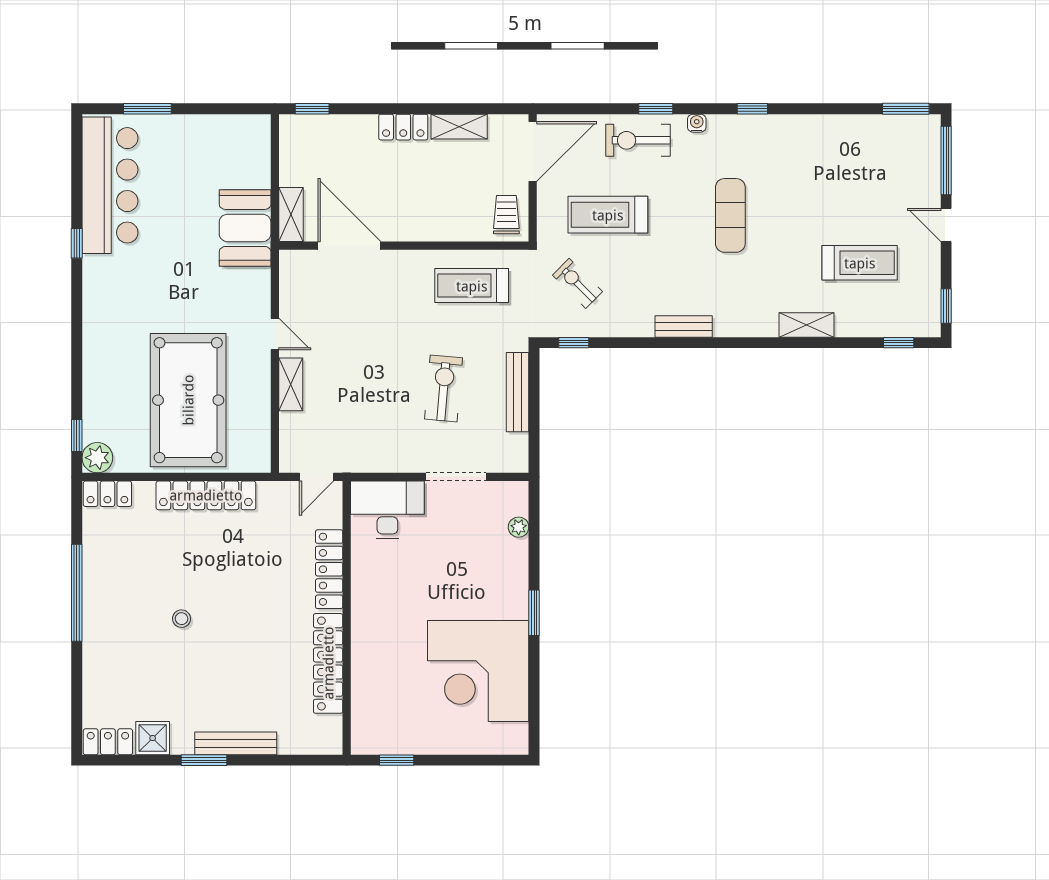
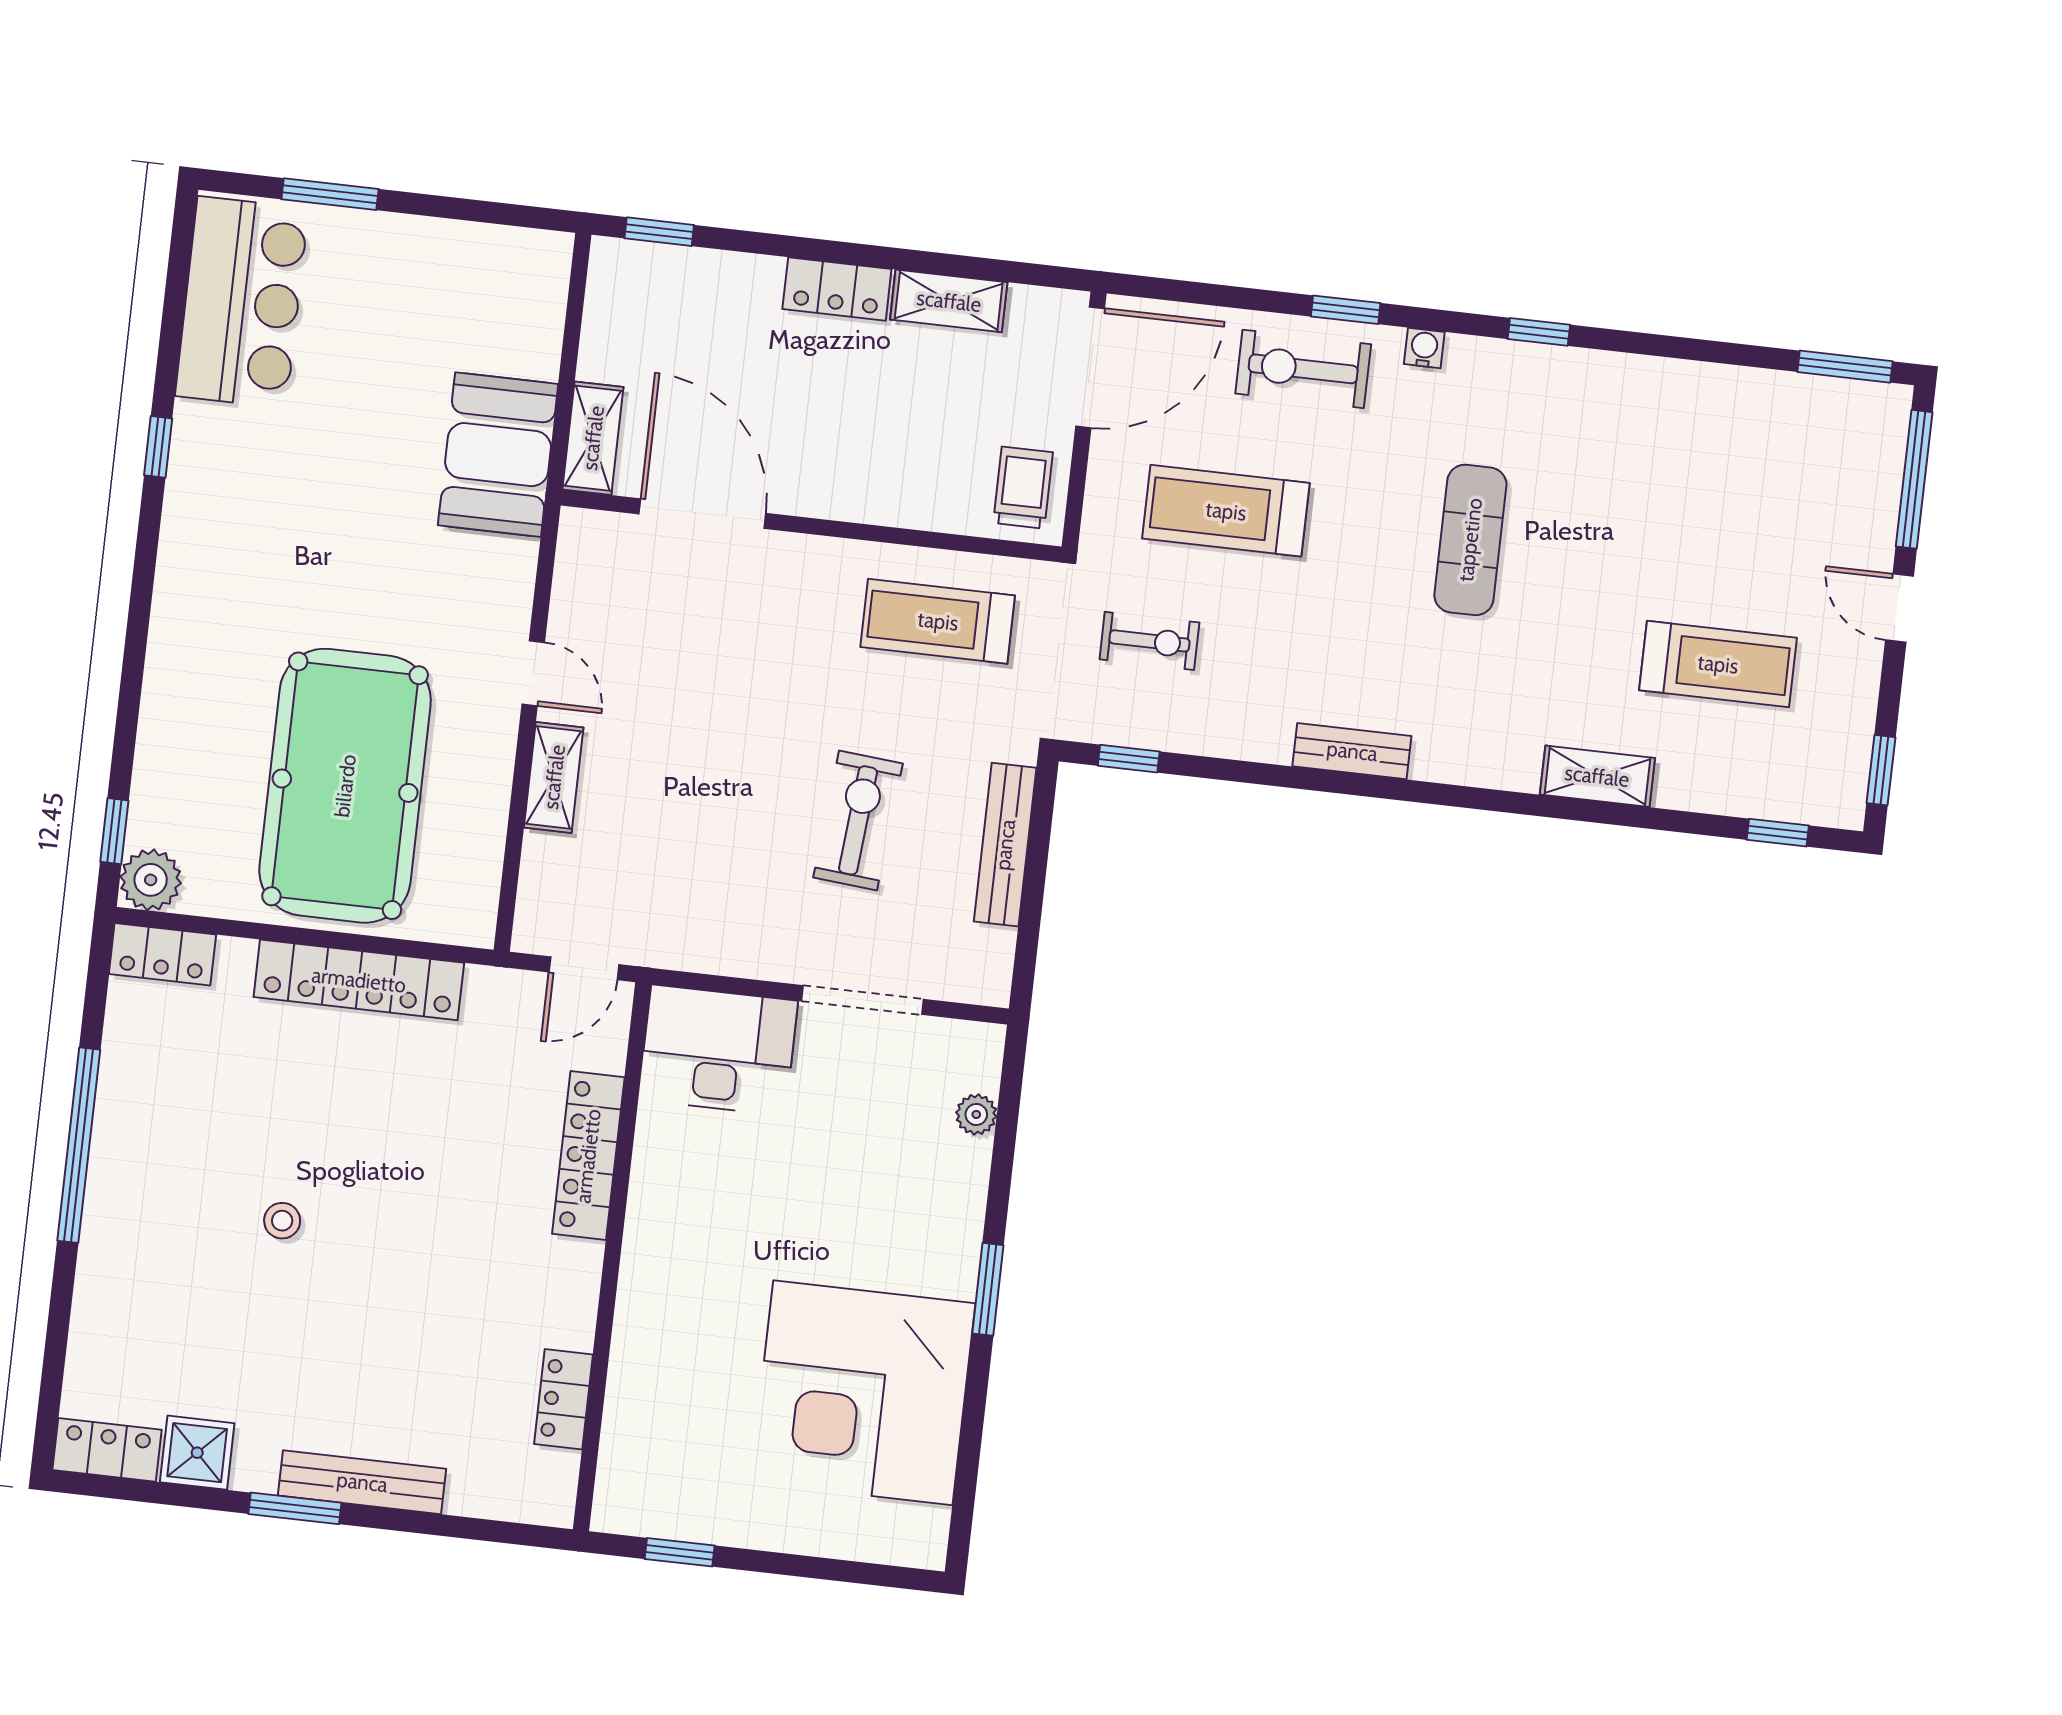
bar counter: (110, 185) -> (242, 302), width x0.73
exercise bike: (577, 283) -> (1149, 641), turned 135
locker: (328, 663) -> (563, 1399), width x0.46, depth x0.83

